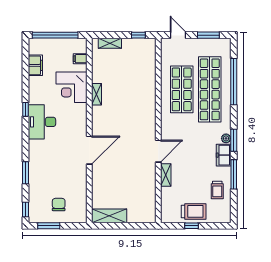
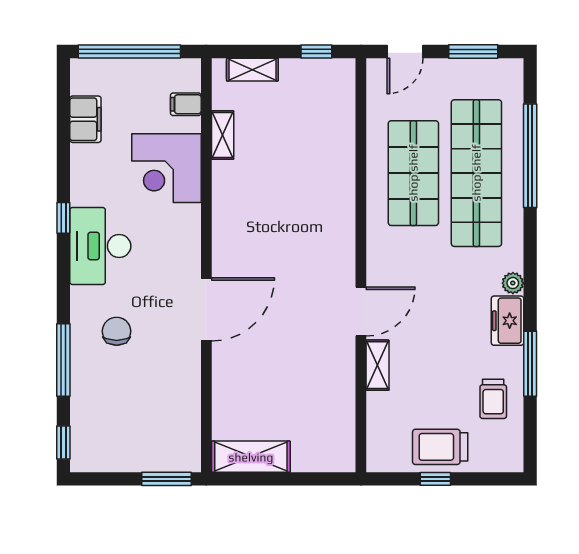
door: (178, 35) -> (405, 52), swing flipped
shelving: (97, 94) -> (223, 135), moved
window: (234, 140) -> (530, 287), removed
window: (26, 173) -> (63, 360), width x1.44
chair: (59, 205) -> (117, 331), moved
trolley: (194, 211) -> (440, 447), turned 180
window: (49, 226) -> (166, 479), moved

